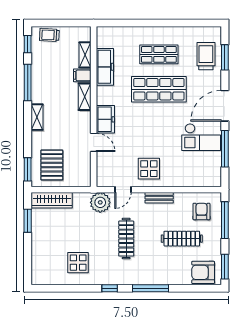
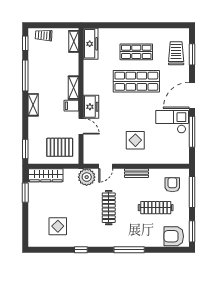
shelving: (85, 55) -> (74, 41), moved
freezer: (105, 67) -> (91, 44), moved
filing cabinet: (82, 75) -> (71, 106), moved
checkout: (201, 137) -> (172, 122), turned 180
pallet: (52, 165) -> (60, 147), moved, turned 90
display table: (149, 169) -> (135, 140), moved
display table: (78, 263) -> (58, 226), moved
window: (110, 288) -> (81, 250), moved

